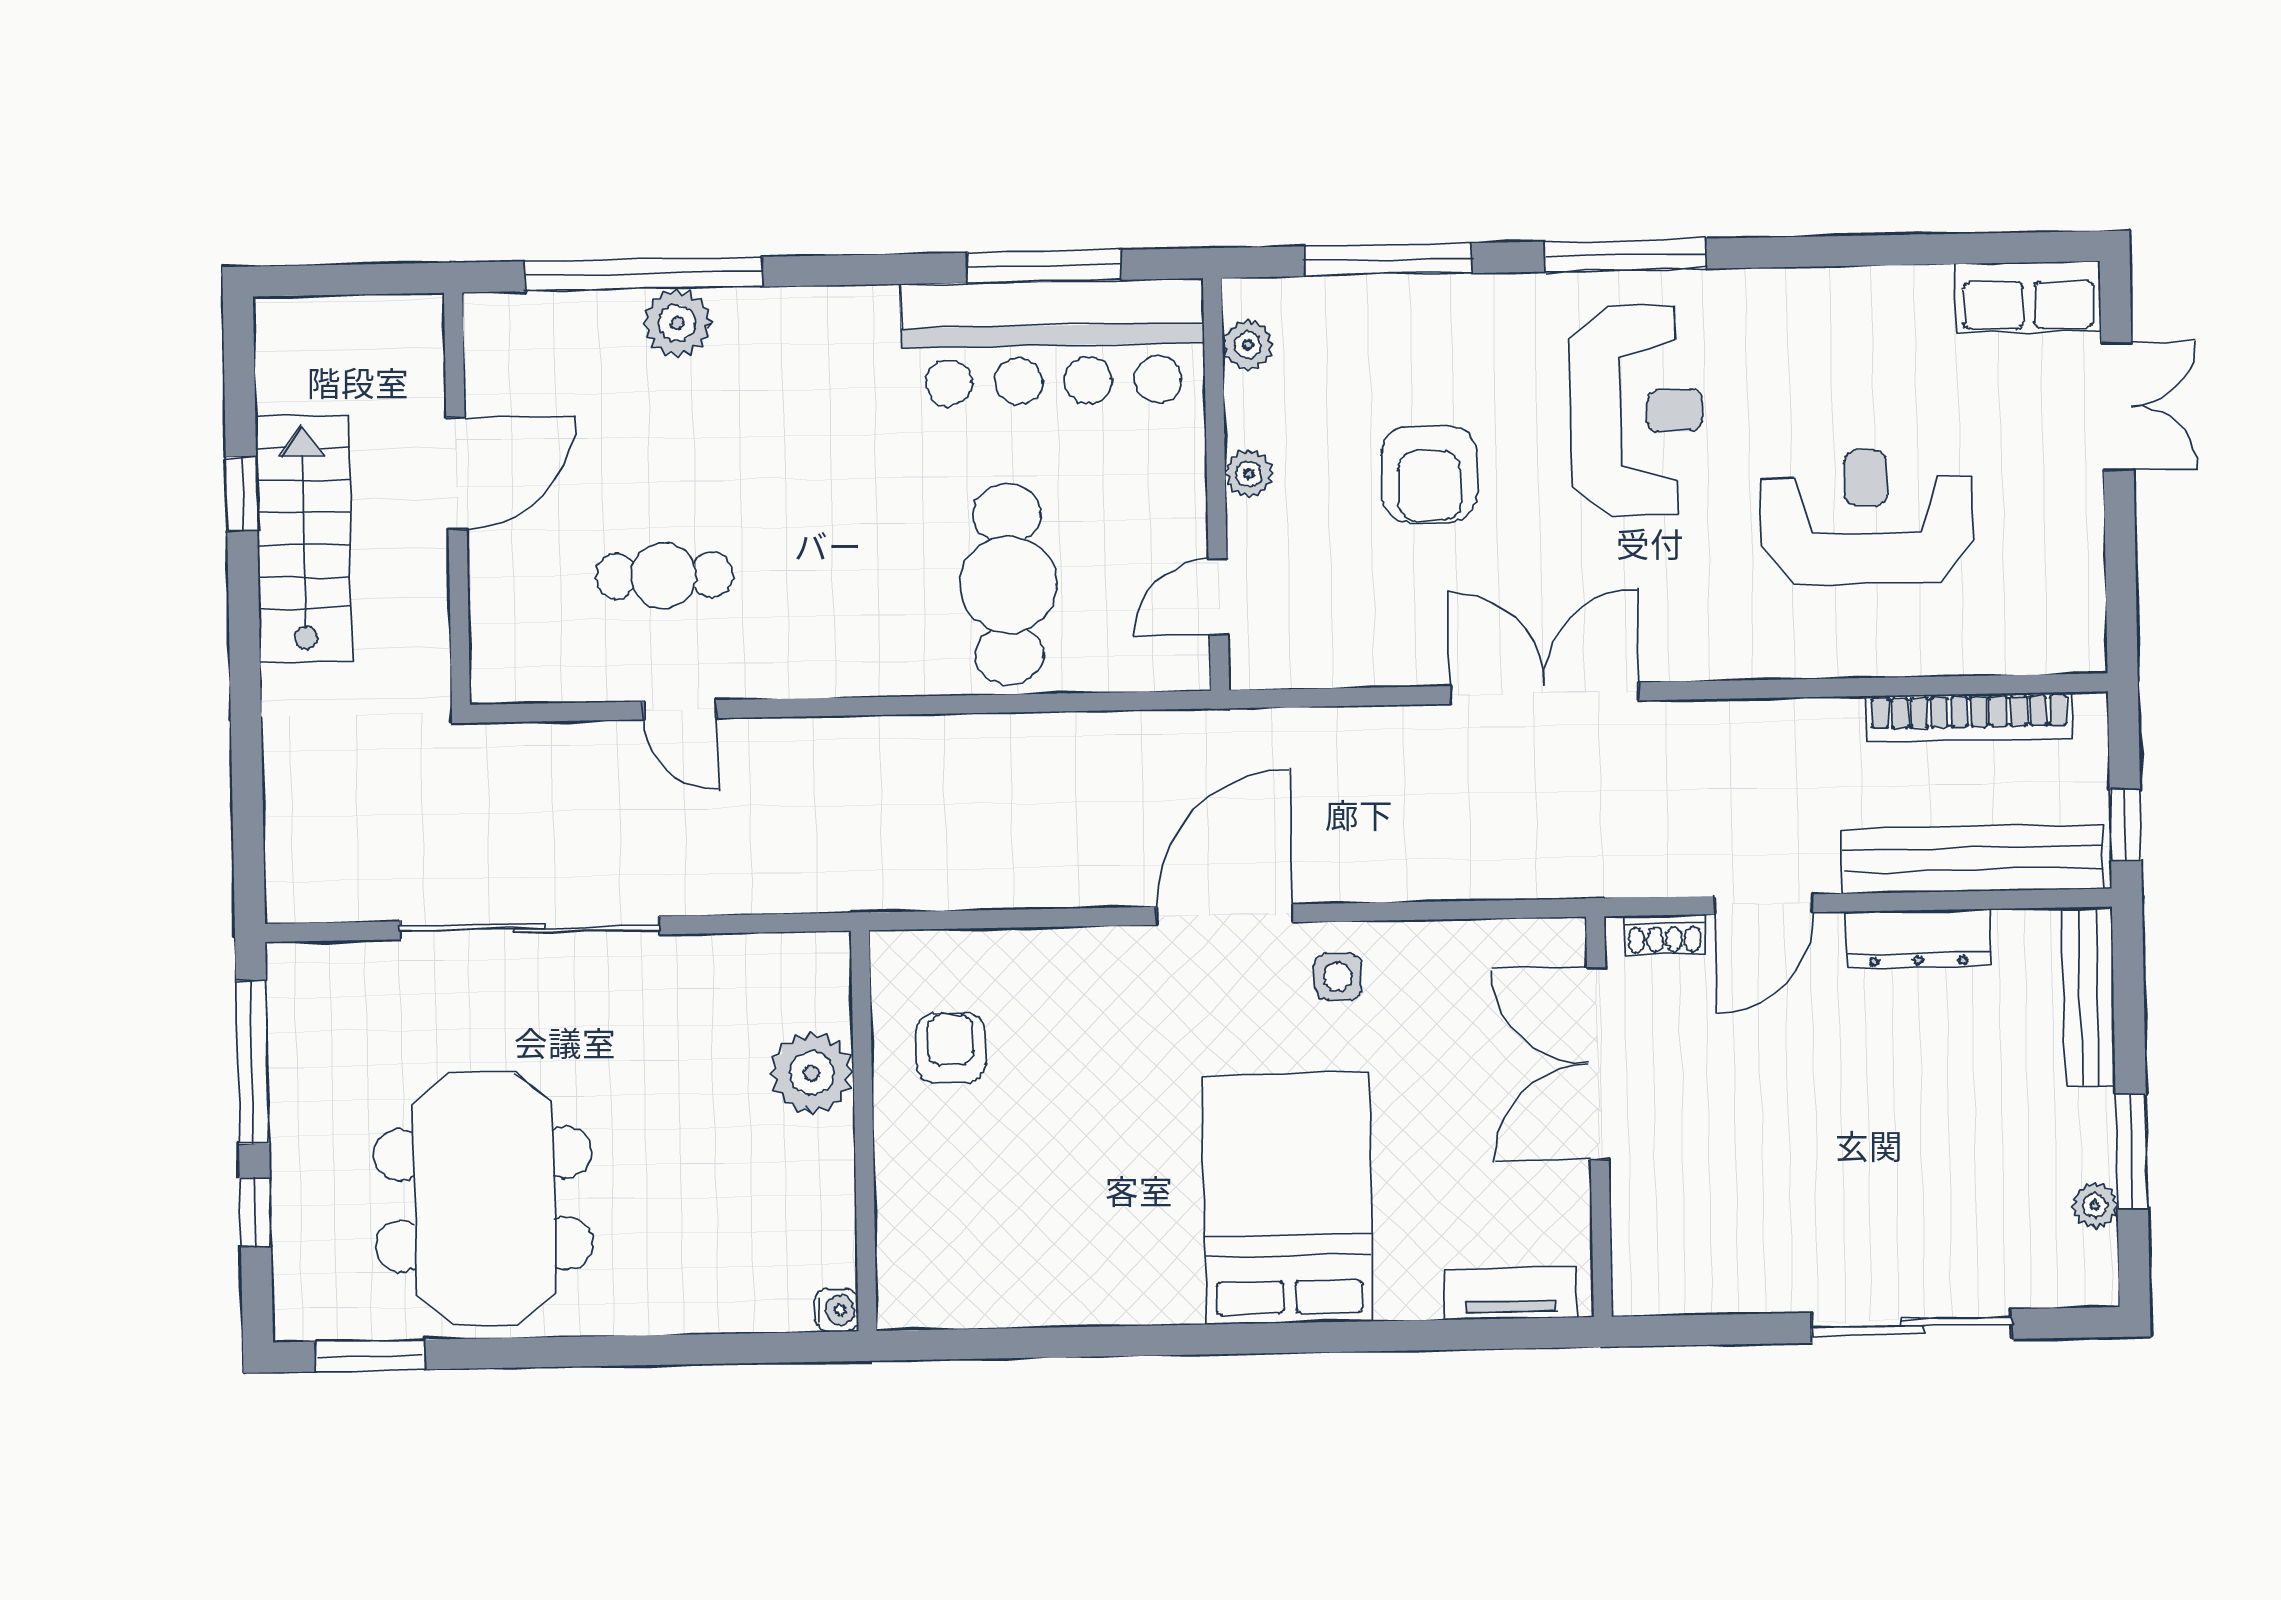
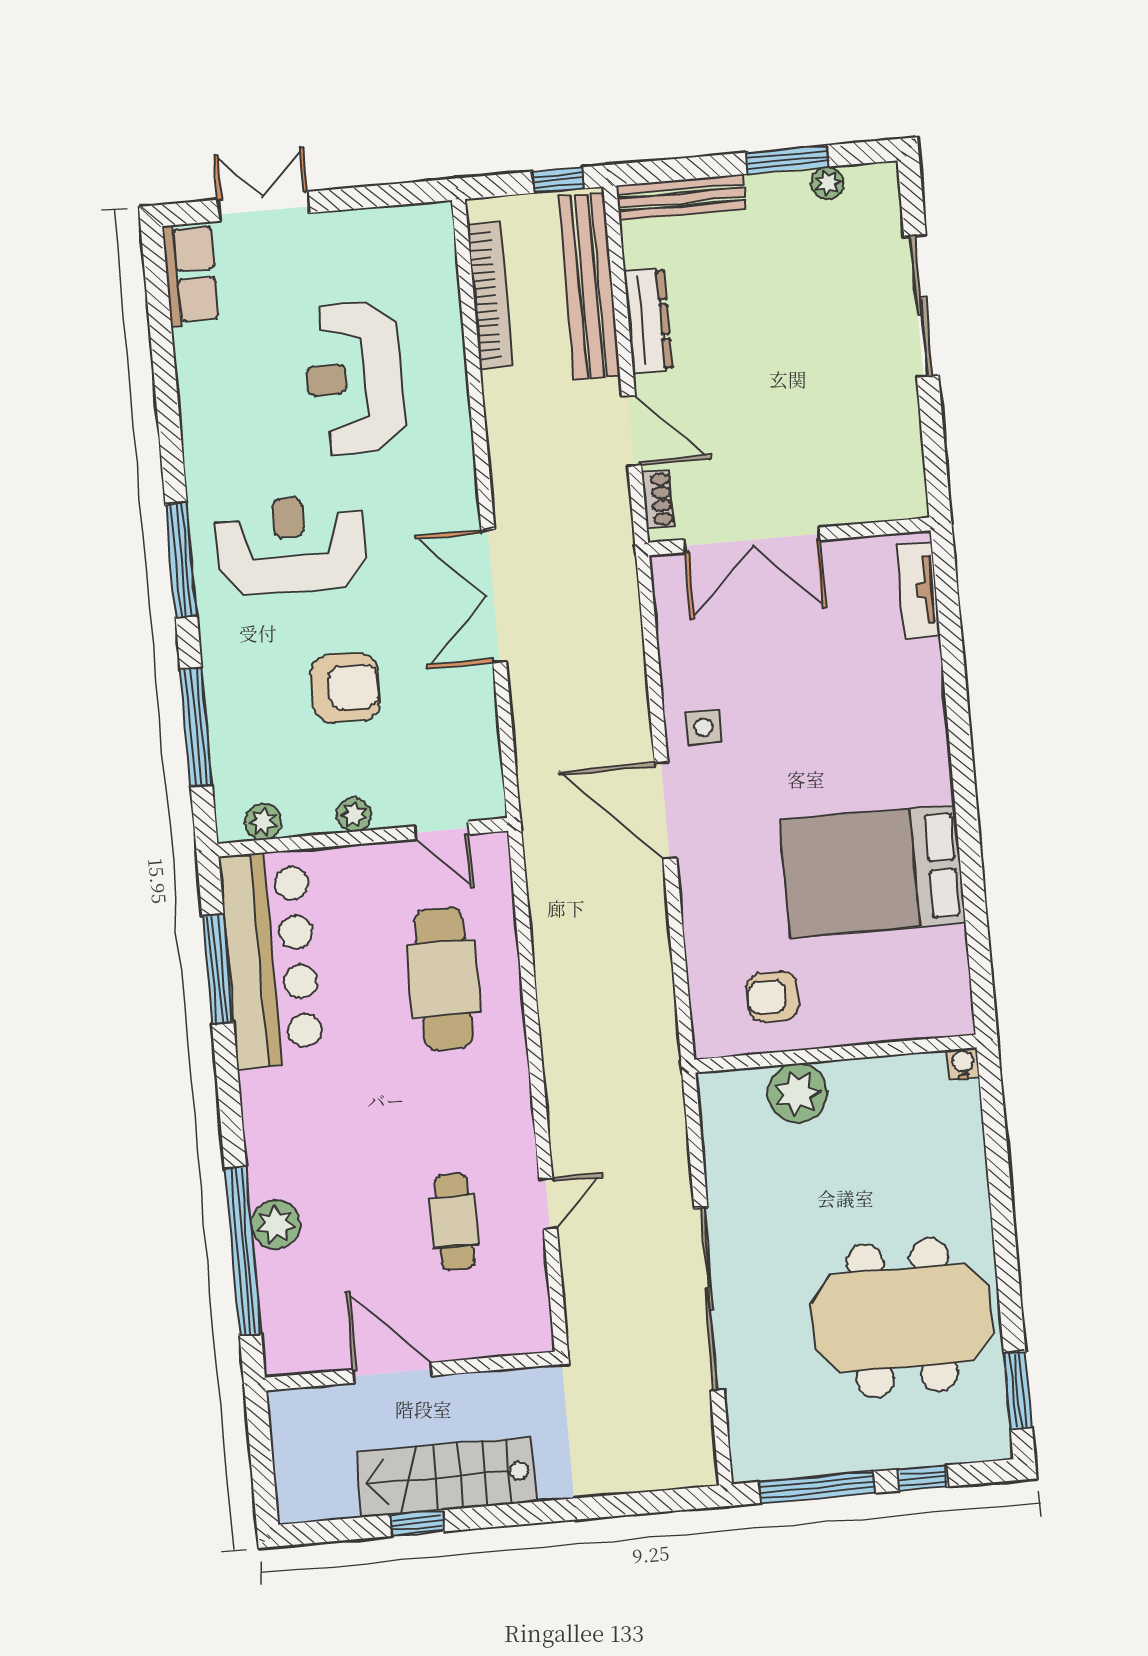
cafe table: (1008, 584) -> (443, 979), turned 90
bed: (1288, 1199) -> (873, 871), moved

